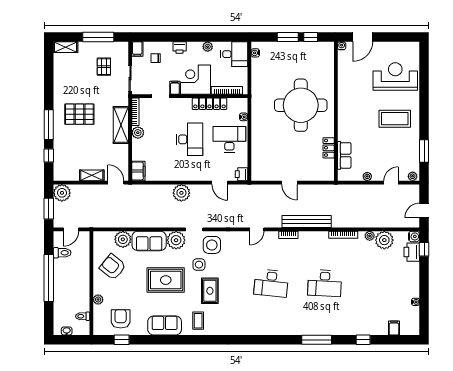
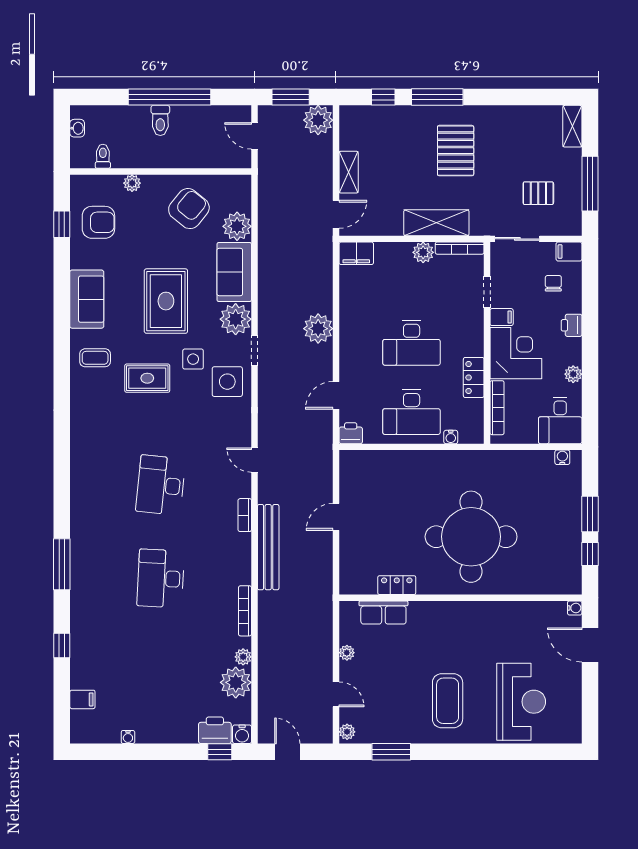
locker: (209, 104) -> (474, 377), width x0.66
desk: (229, 139) -> (412, 412), turned 90
toilet: (62, 253) -> (160, 120), moved

